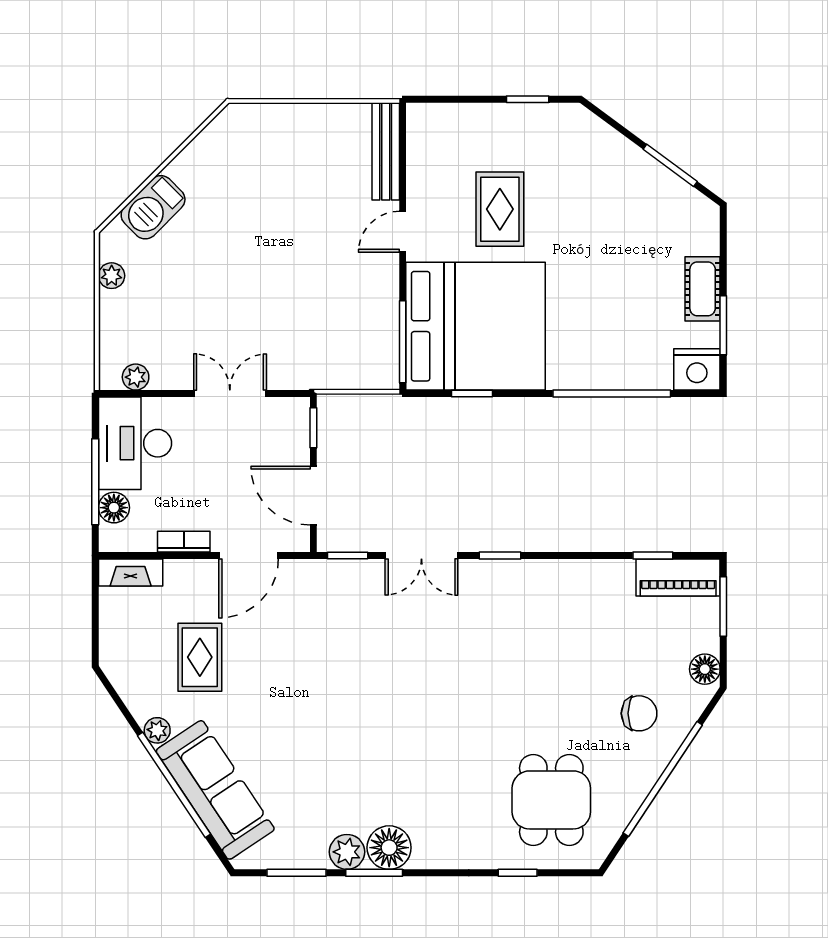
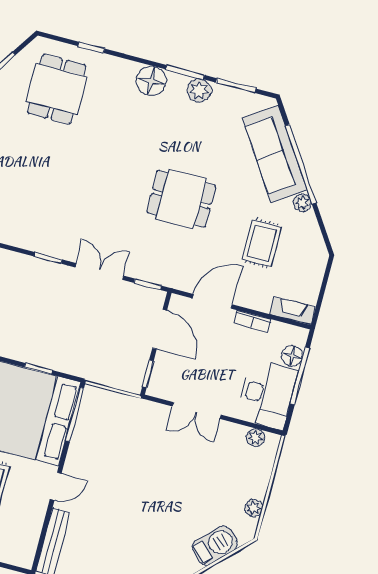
dining table: (332, 690) -> (181, 199), added
floor lamp: (389, 848) -> (151, 81), moved

